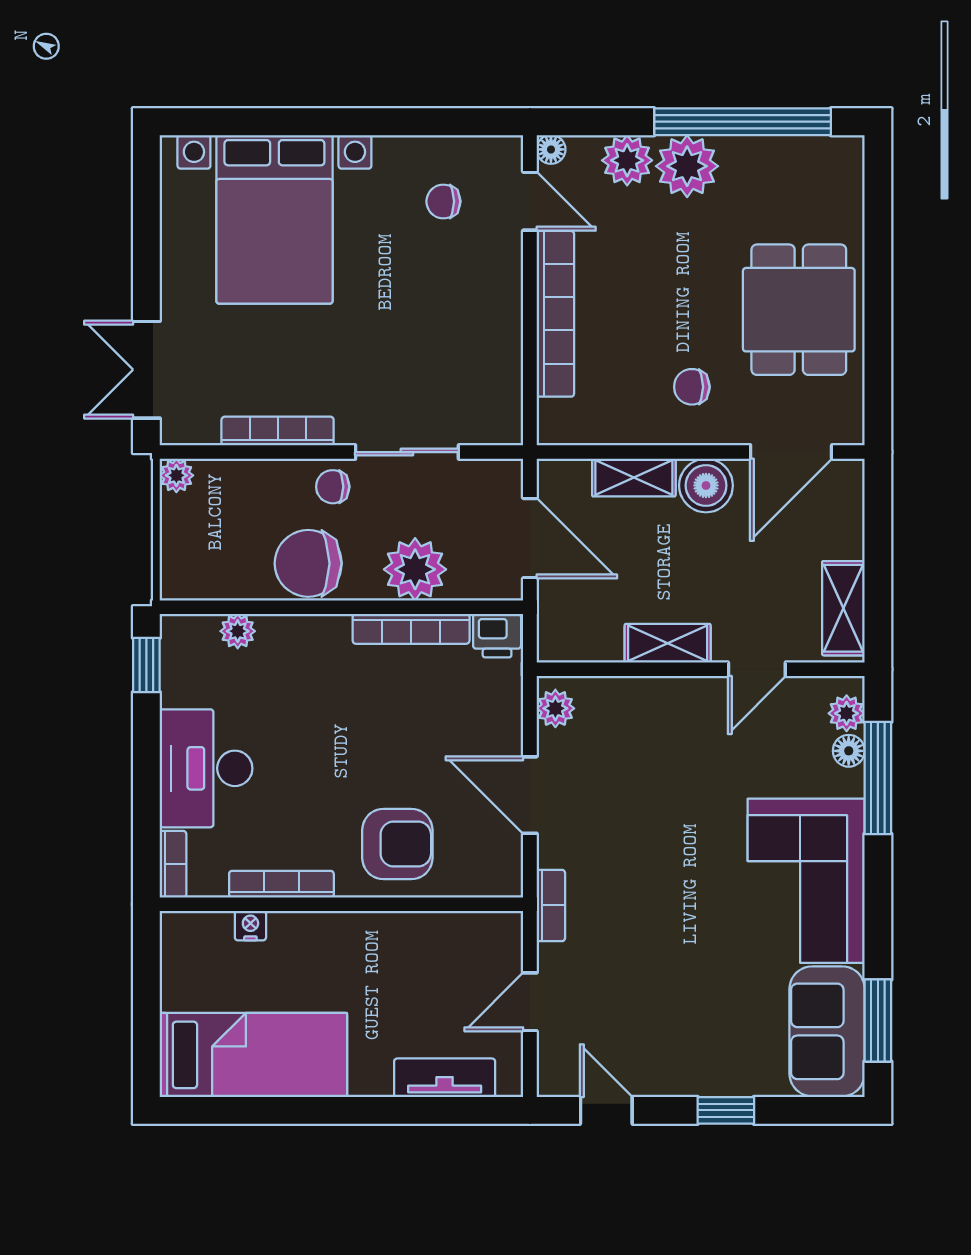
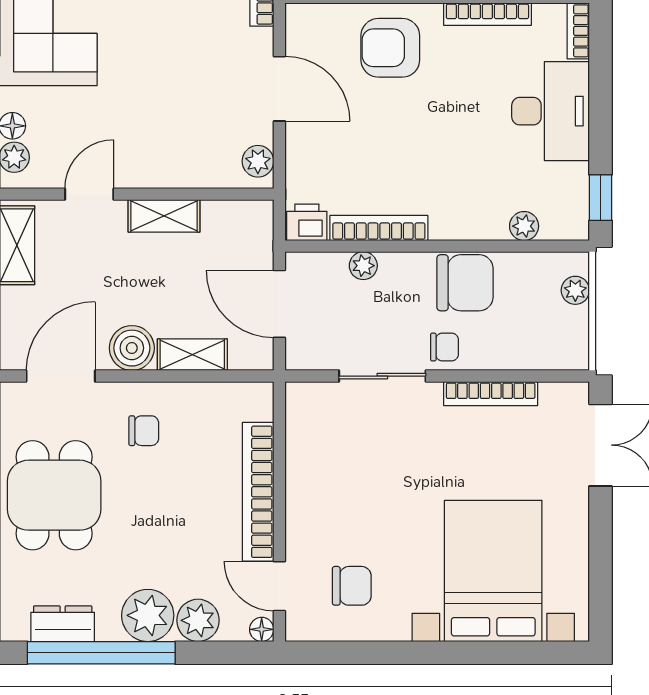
dresser: (789, 156) -> (63, 624), added
chair: (443, 201) -> (352, 586), width x1.37, depth x1.37
plant: (176, 475) -> (575, 290), moved
plant: (415, 569) -> (363, 266), width x0.53, depth x0.53

